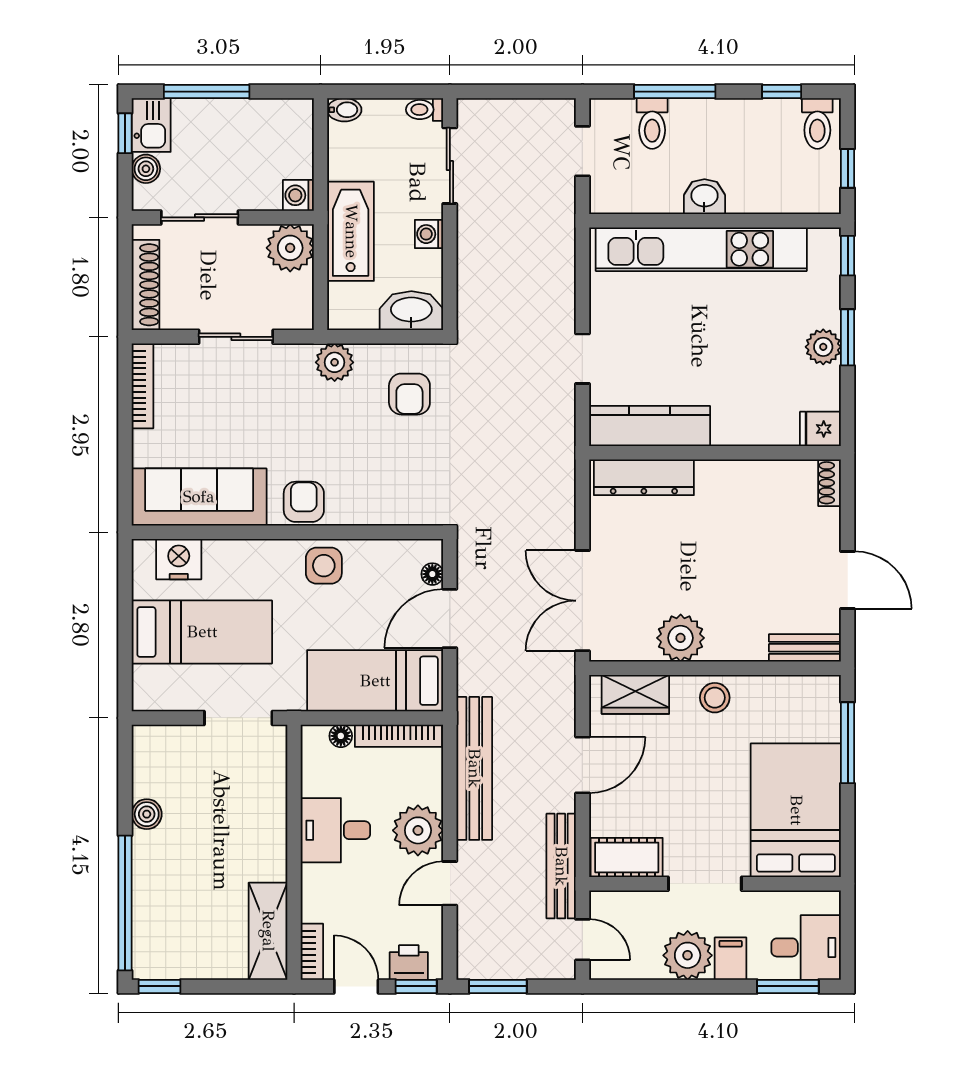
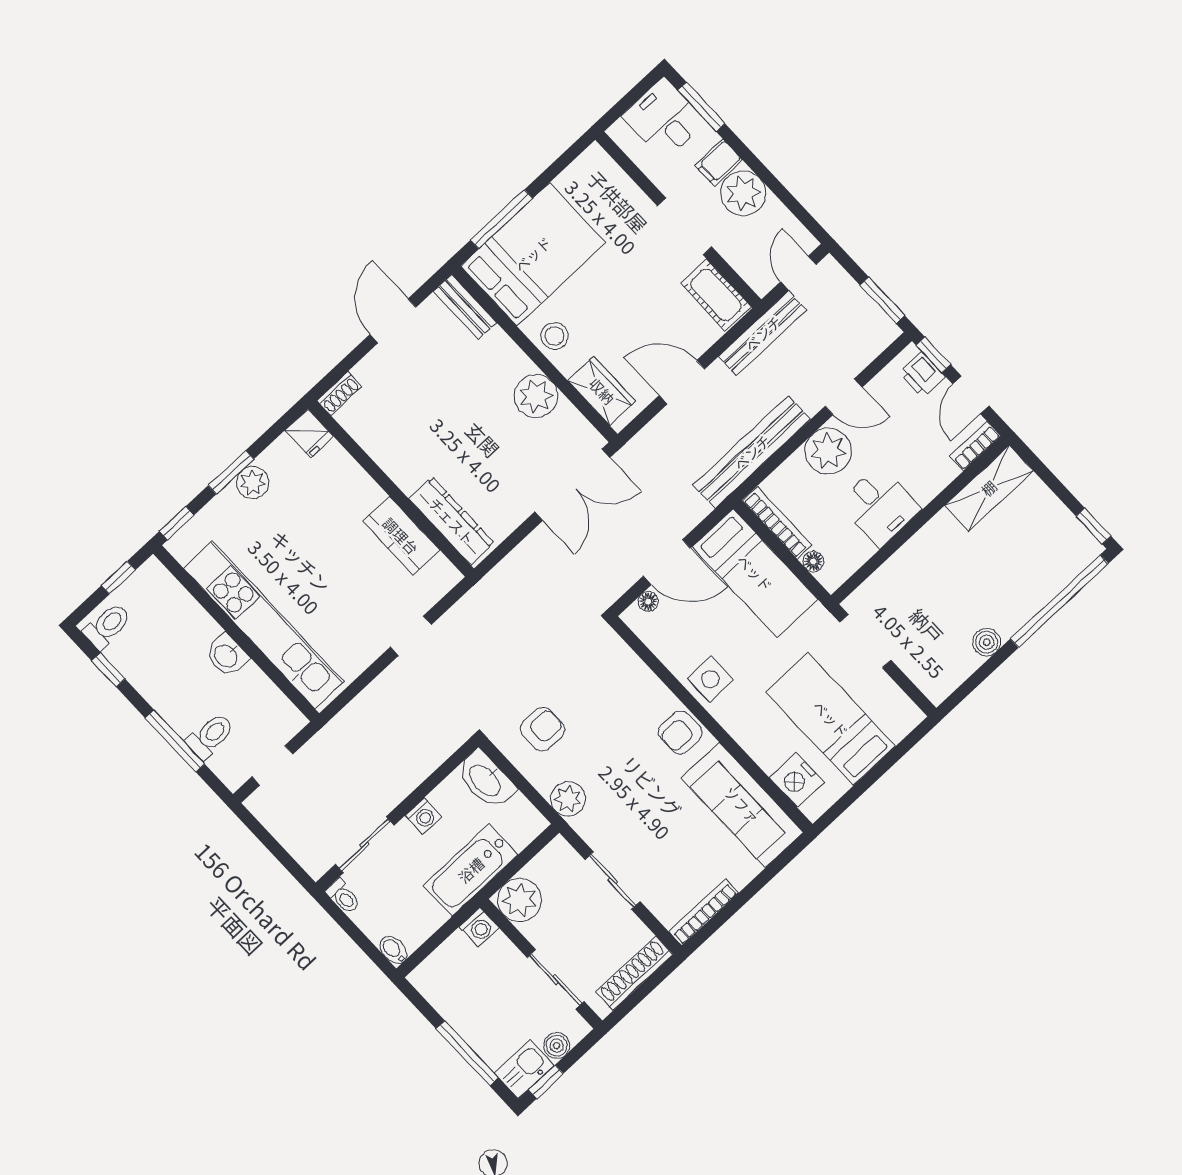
kitchen counter: (650, 426) -> (401, 536), width x0.67
bed: (796, 810) -> (533, 254), moved, turned 180

